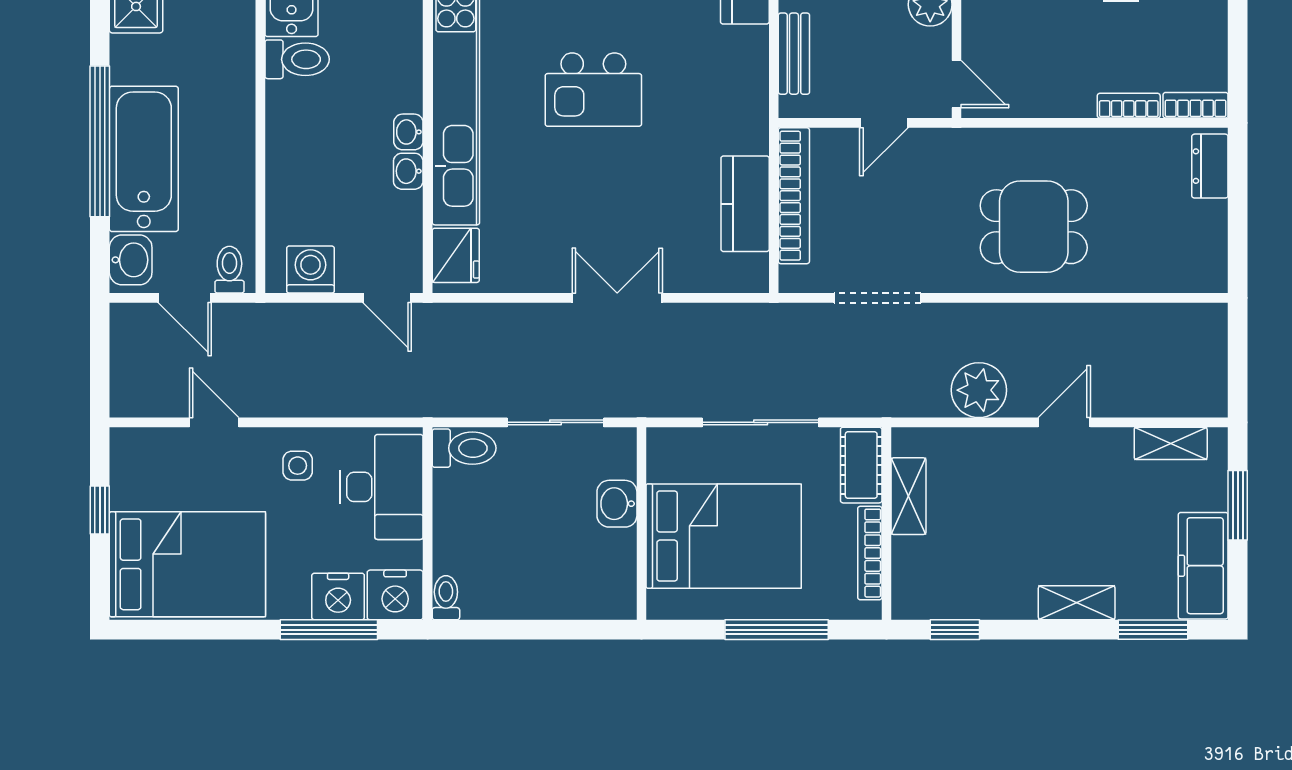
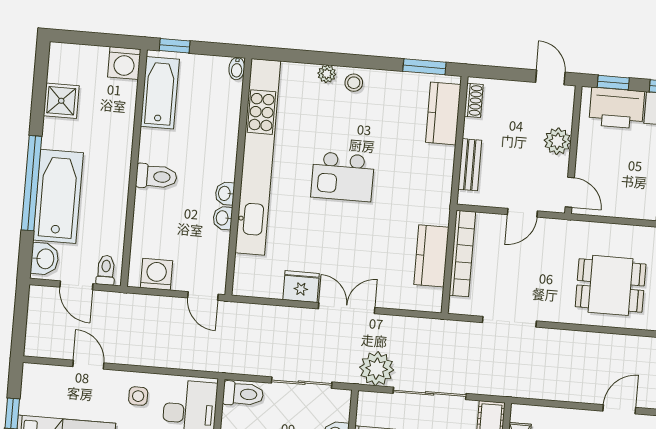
toilet: (297, 59) -> (156, 176), moved
fridge: (456, 255) -> (301, 287), moved, turned -90
plant: (979, 390) -> (377, 369), moved

